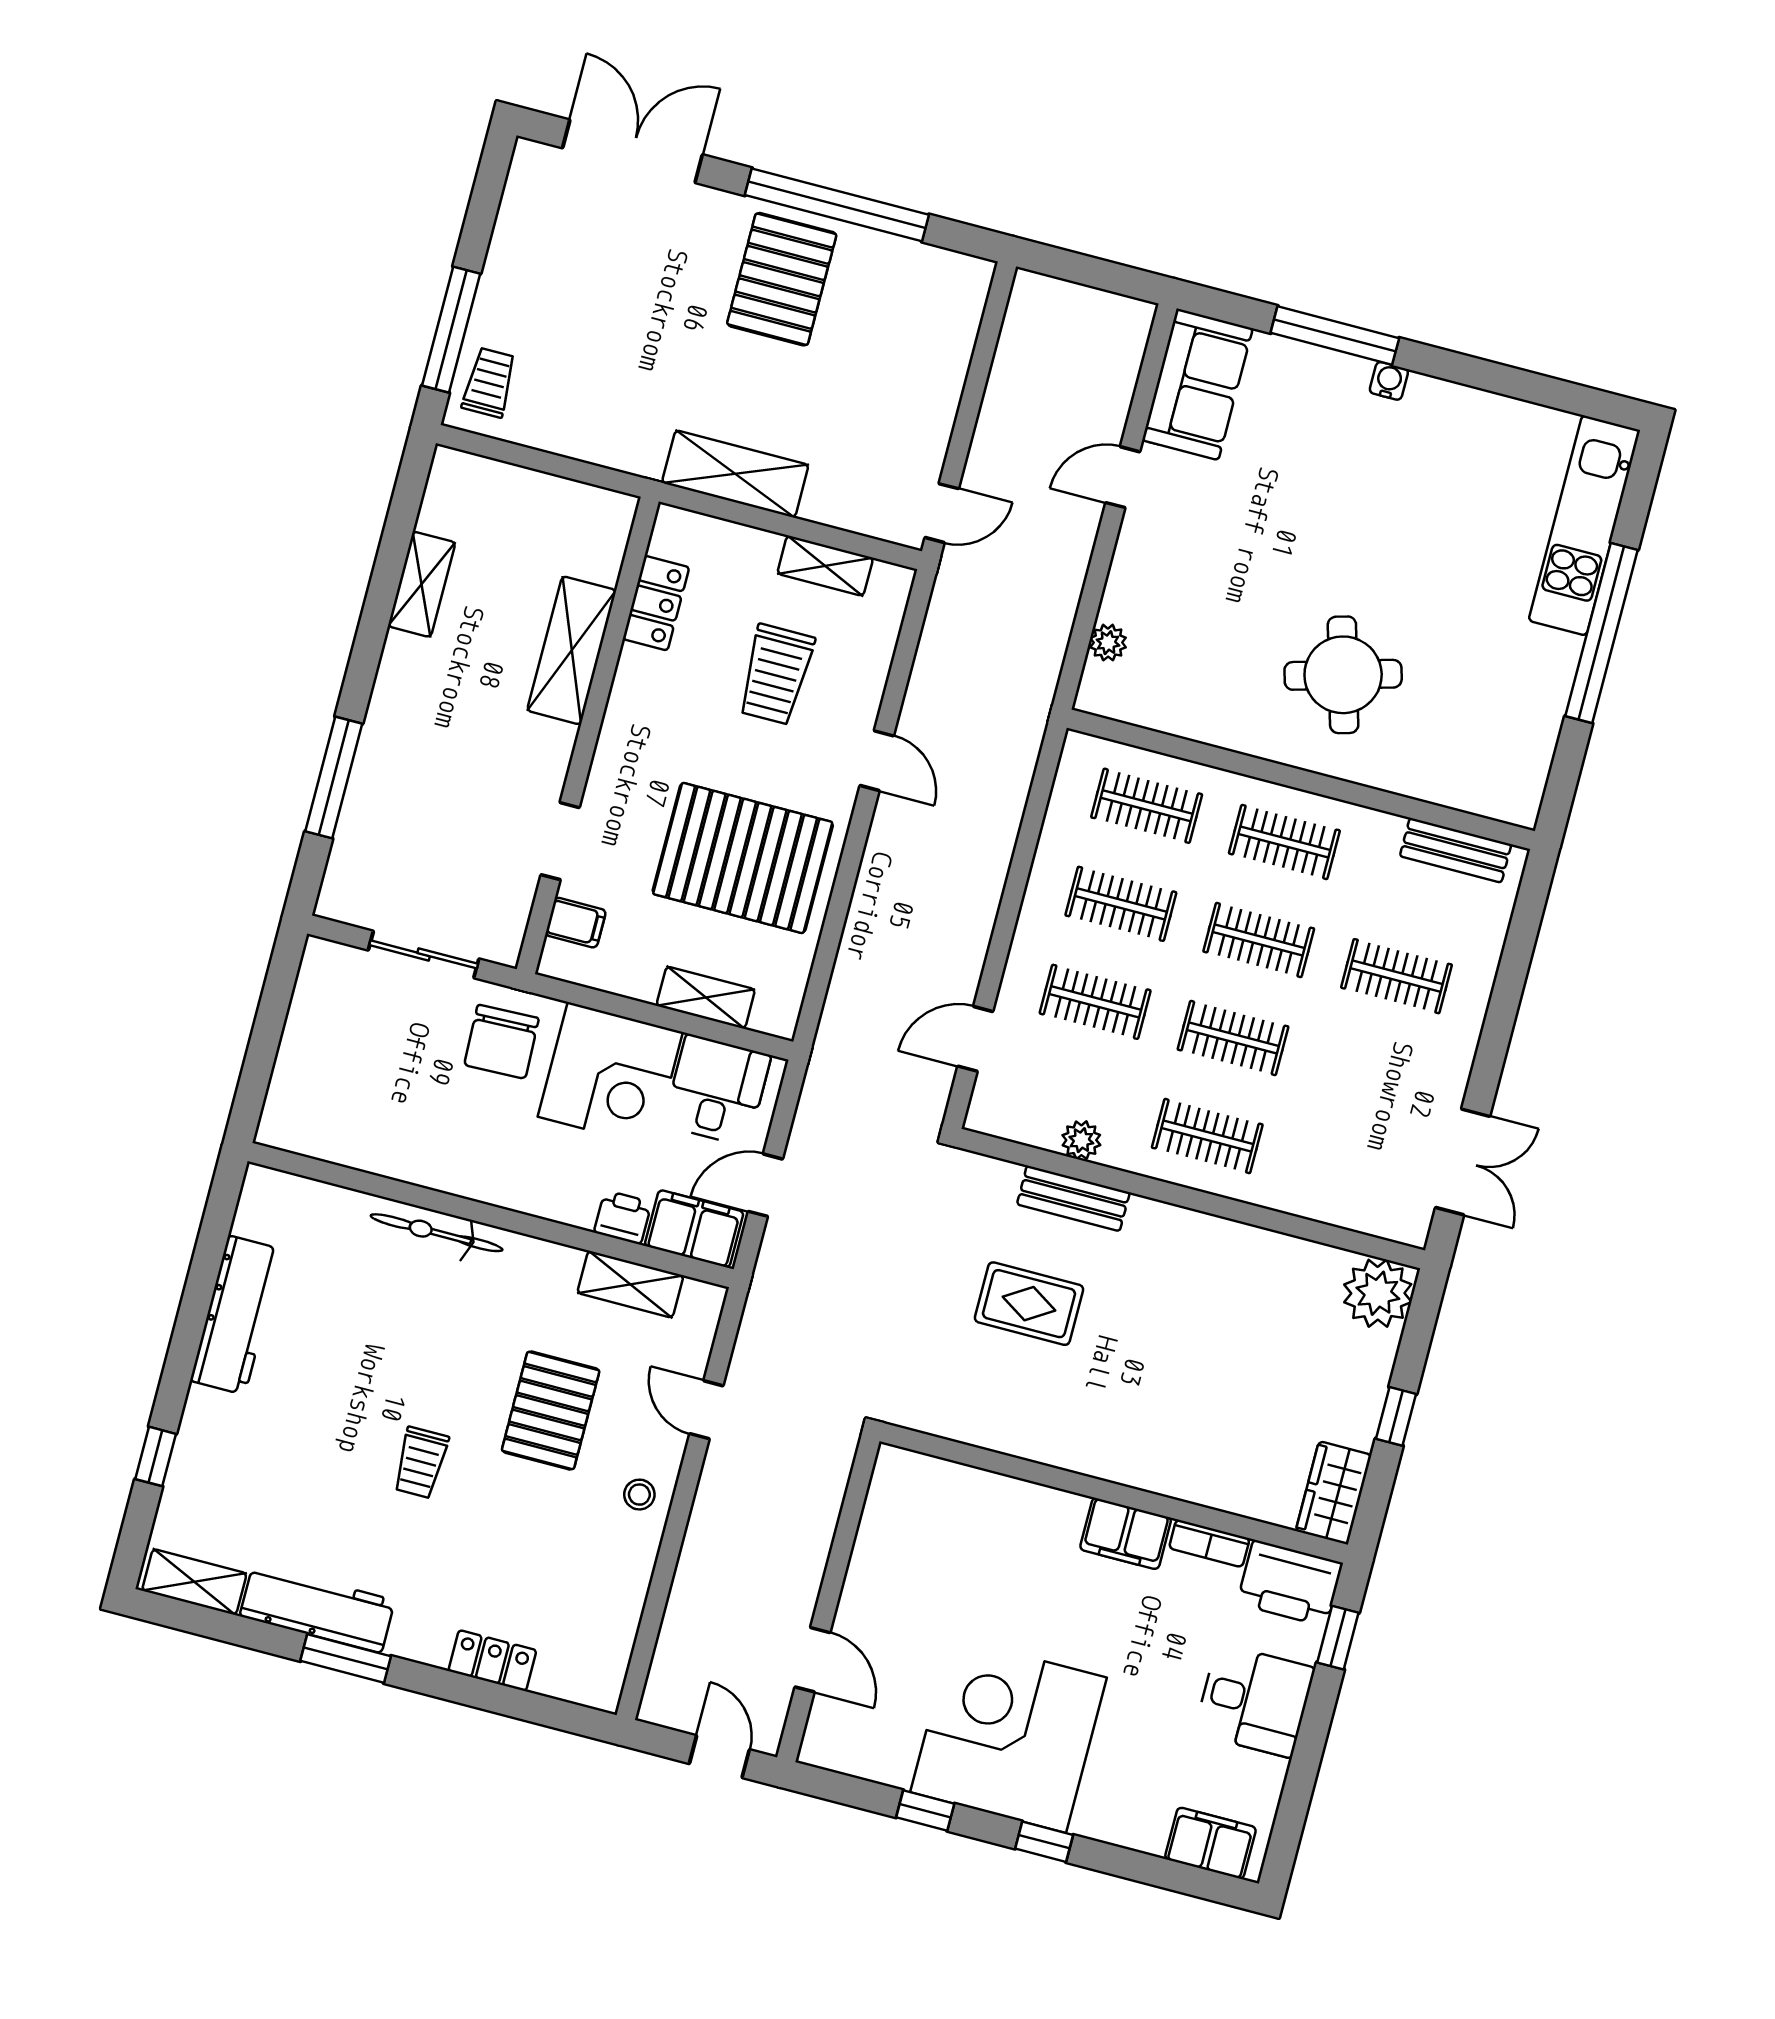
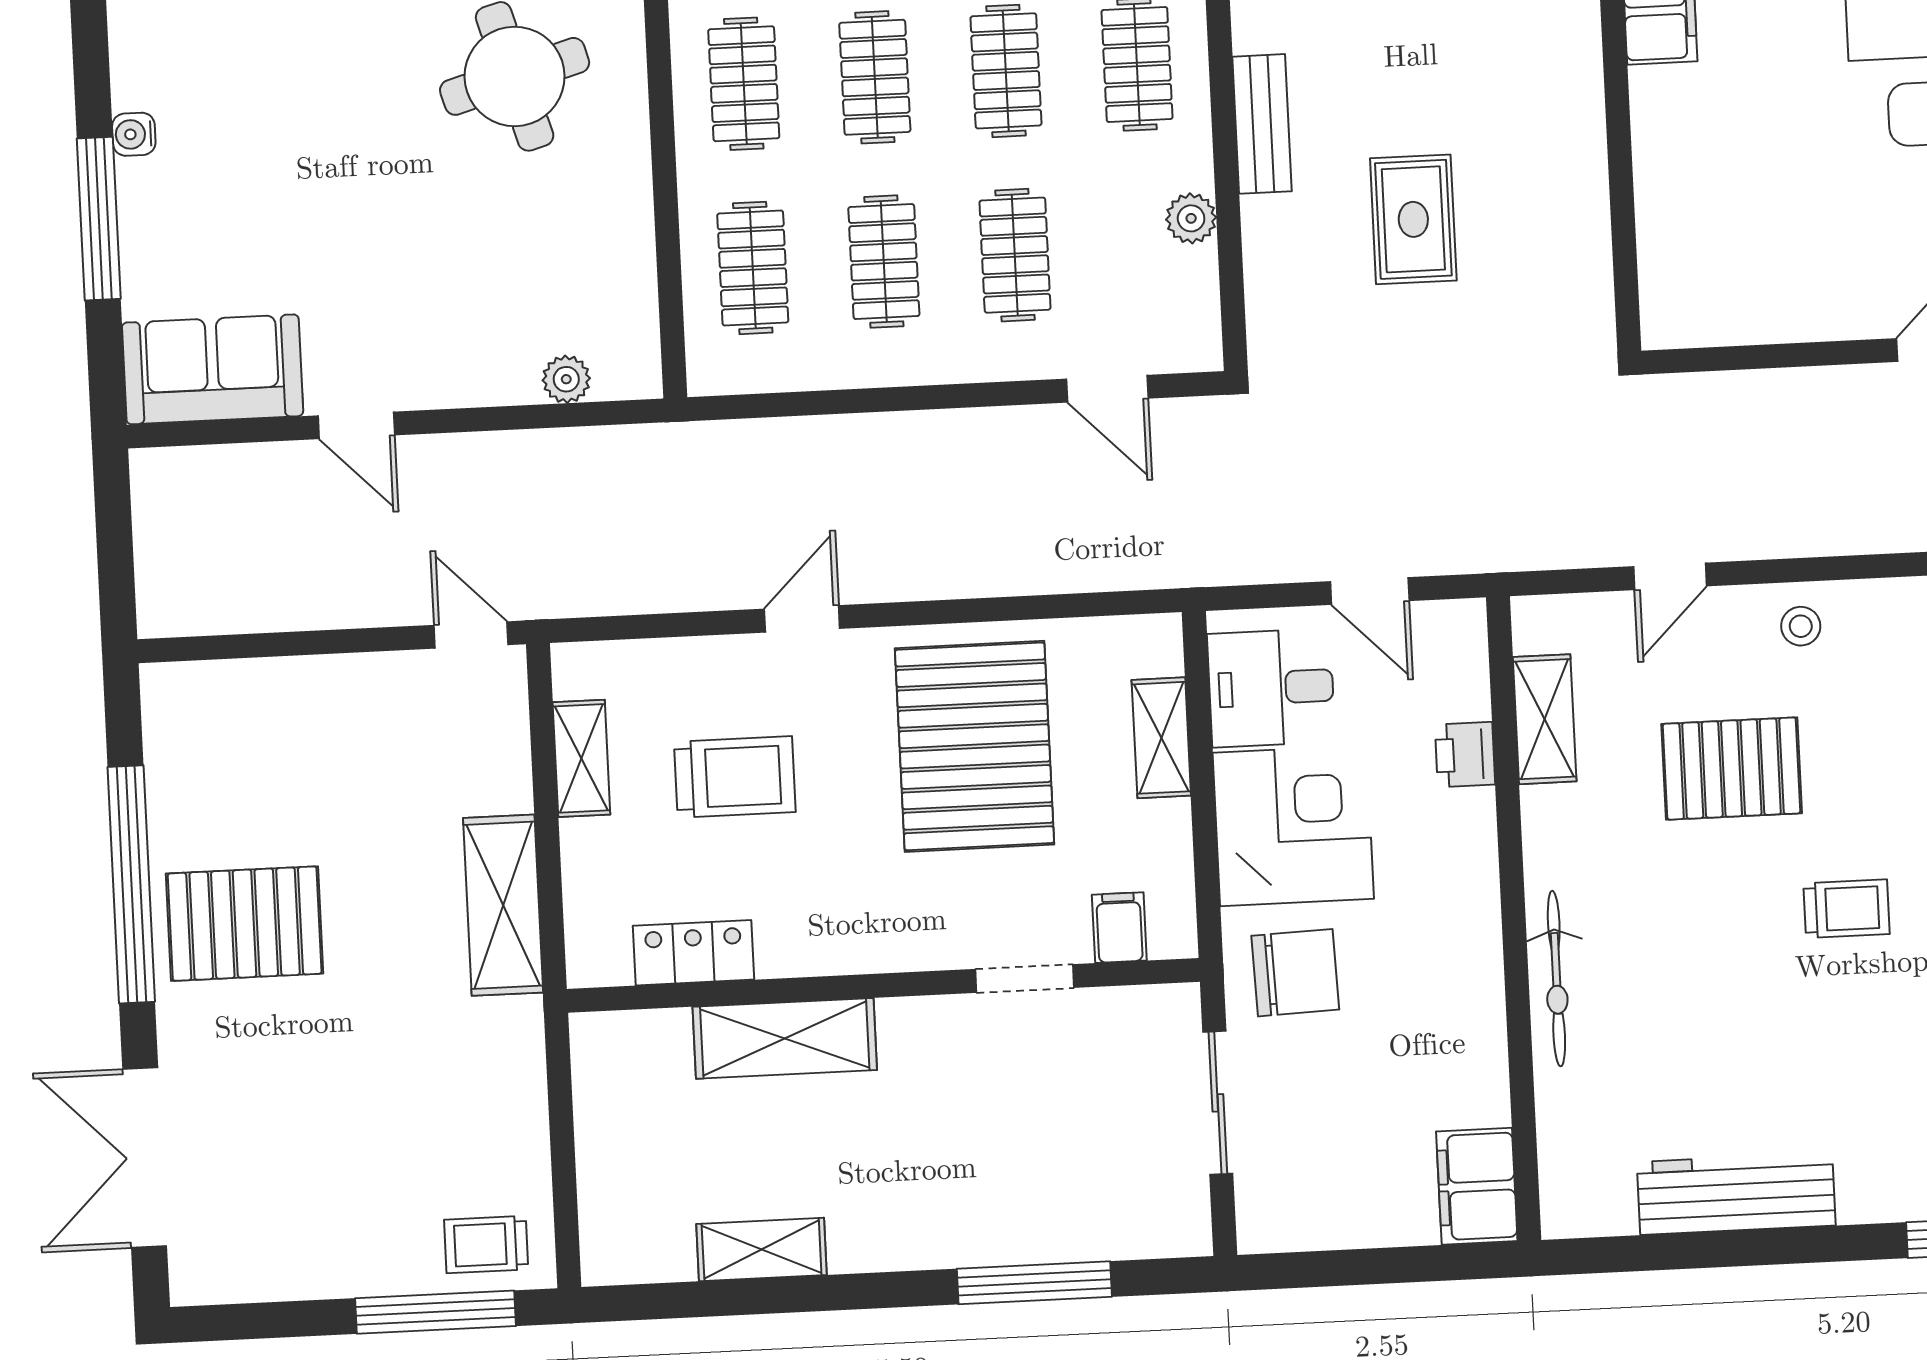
bench: (1073, 1198) -> (1262, 124), moved
filing cabinet: (694, 1229) -> (1477, 1186), moved

